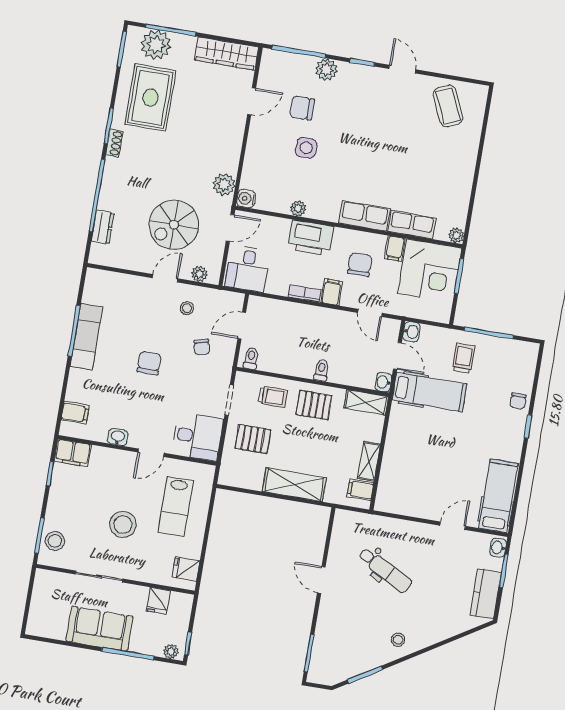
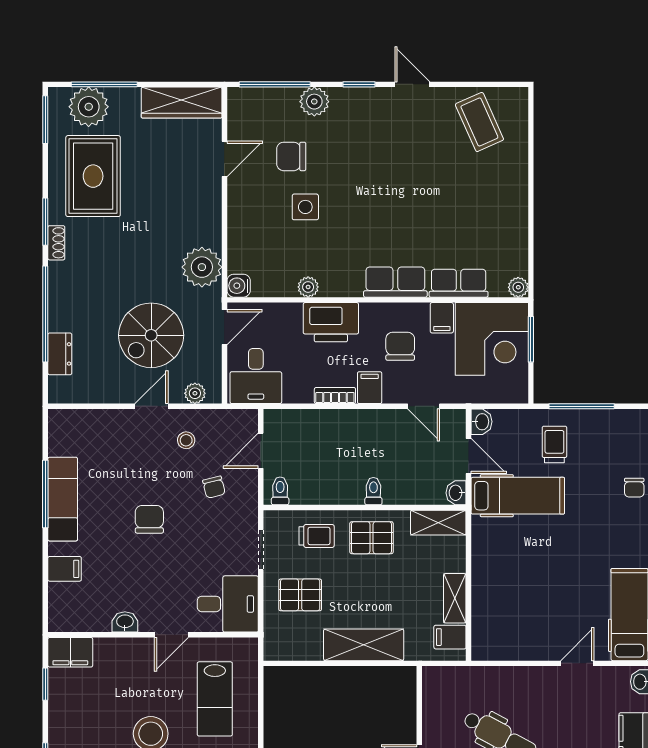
plant: (224, 185) -> (202, 267), width x1.36, depth x1.36
filing cabinet: (75, 413) -> (65, 569), moved

